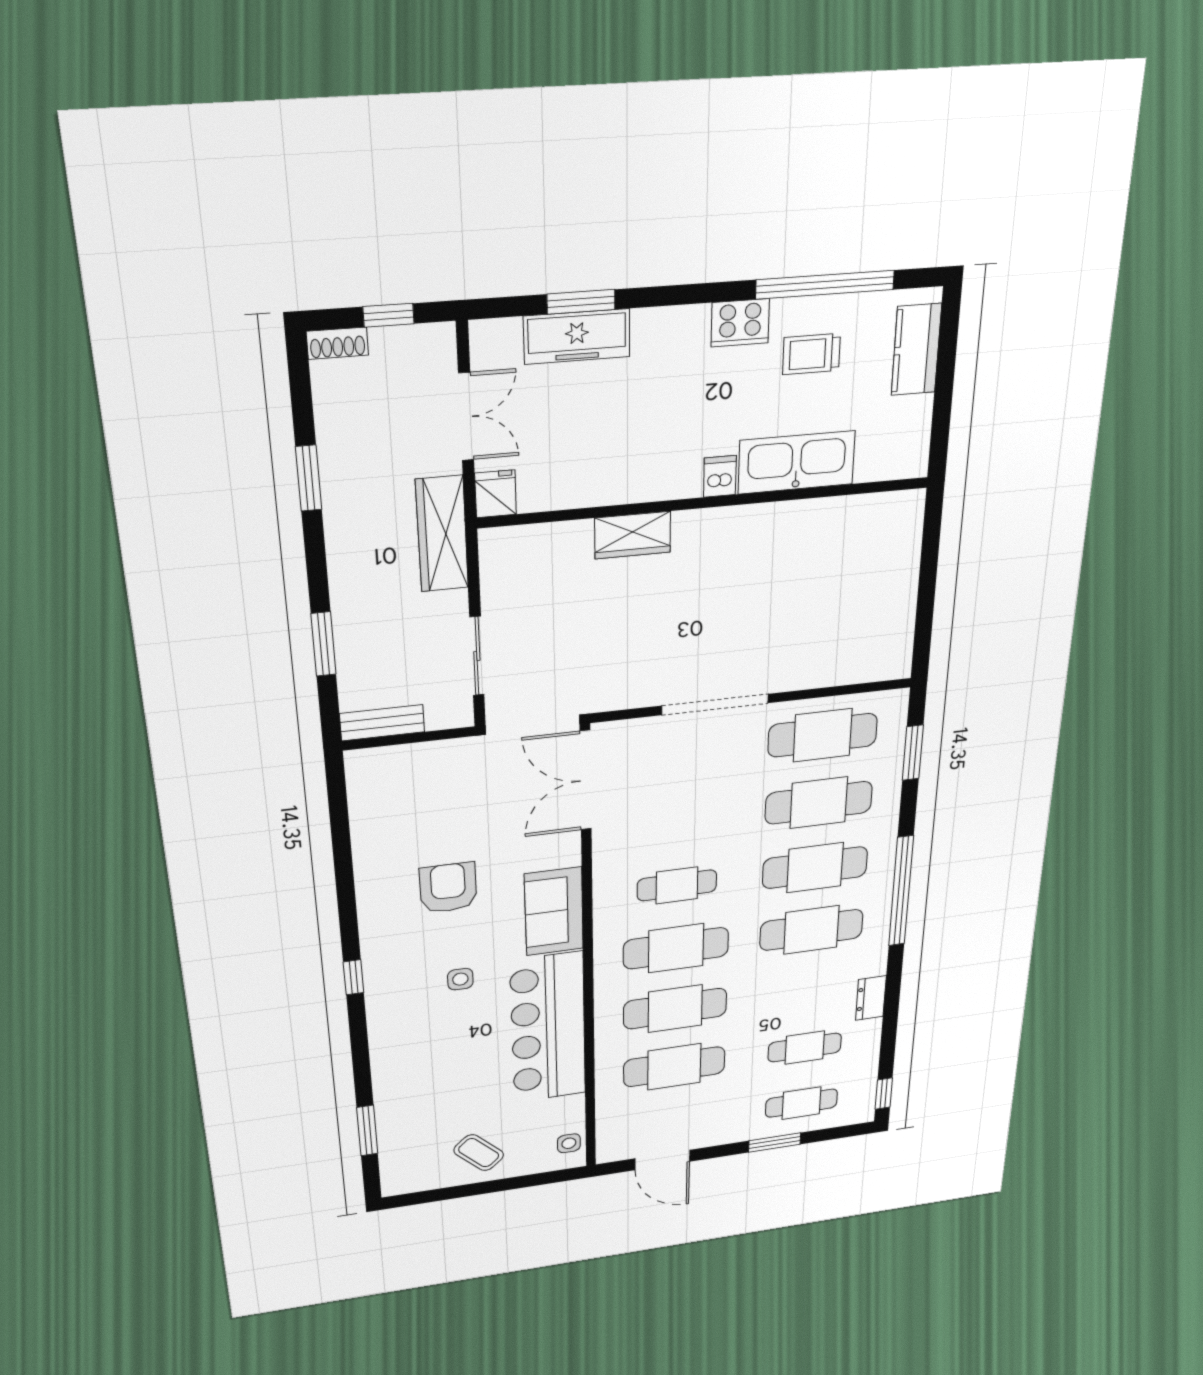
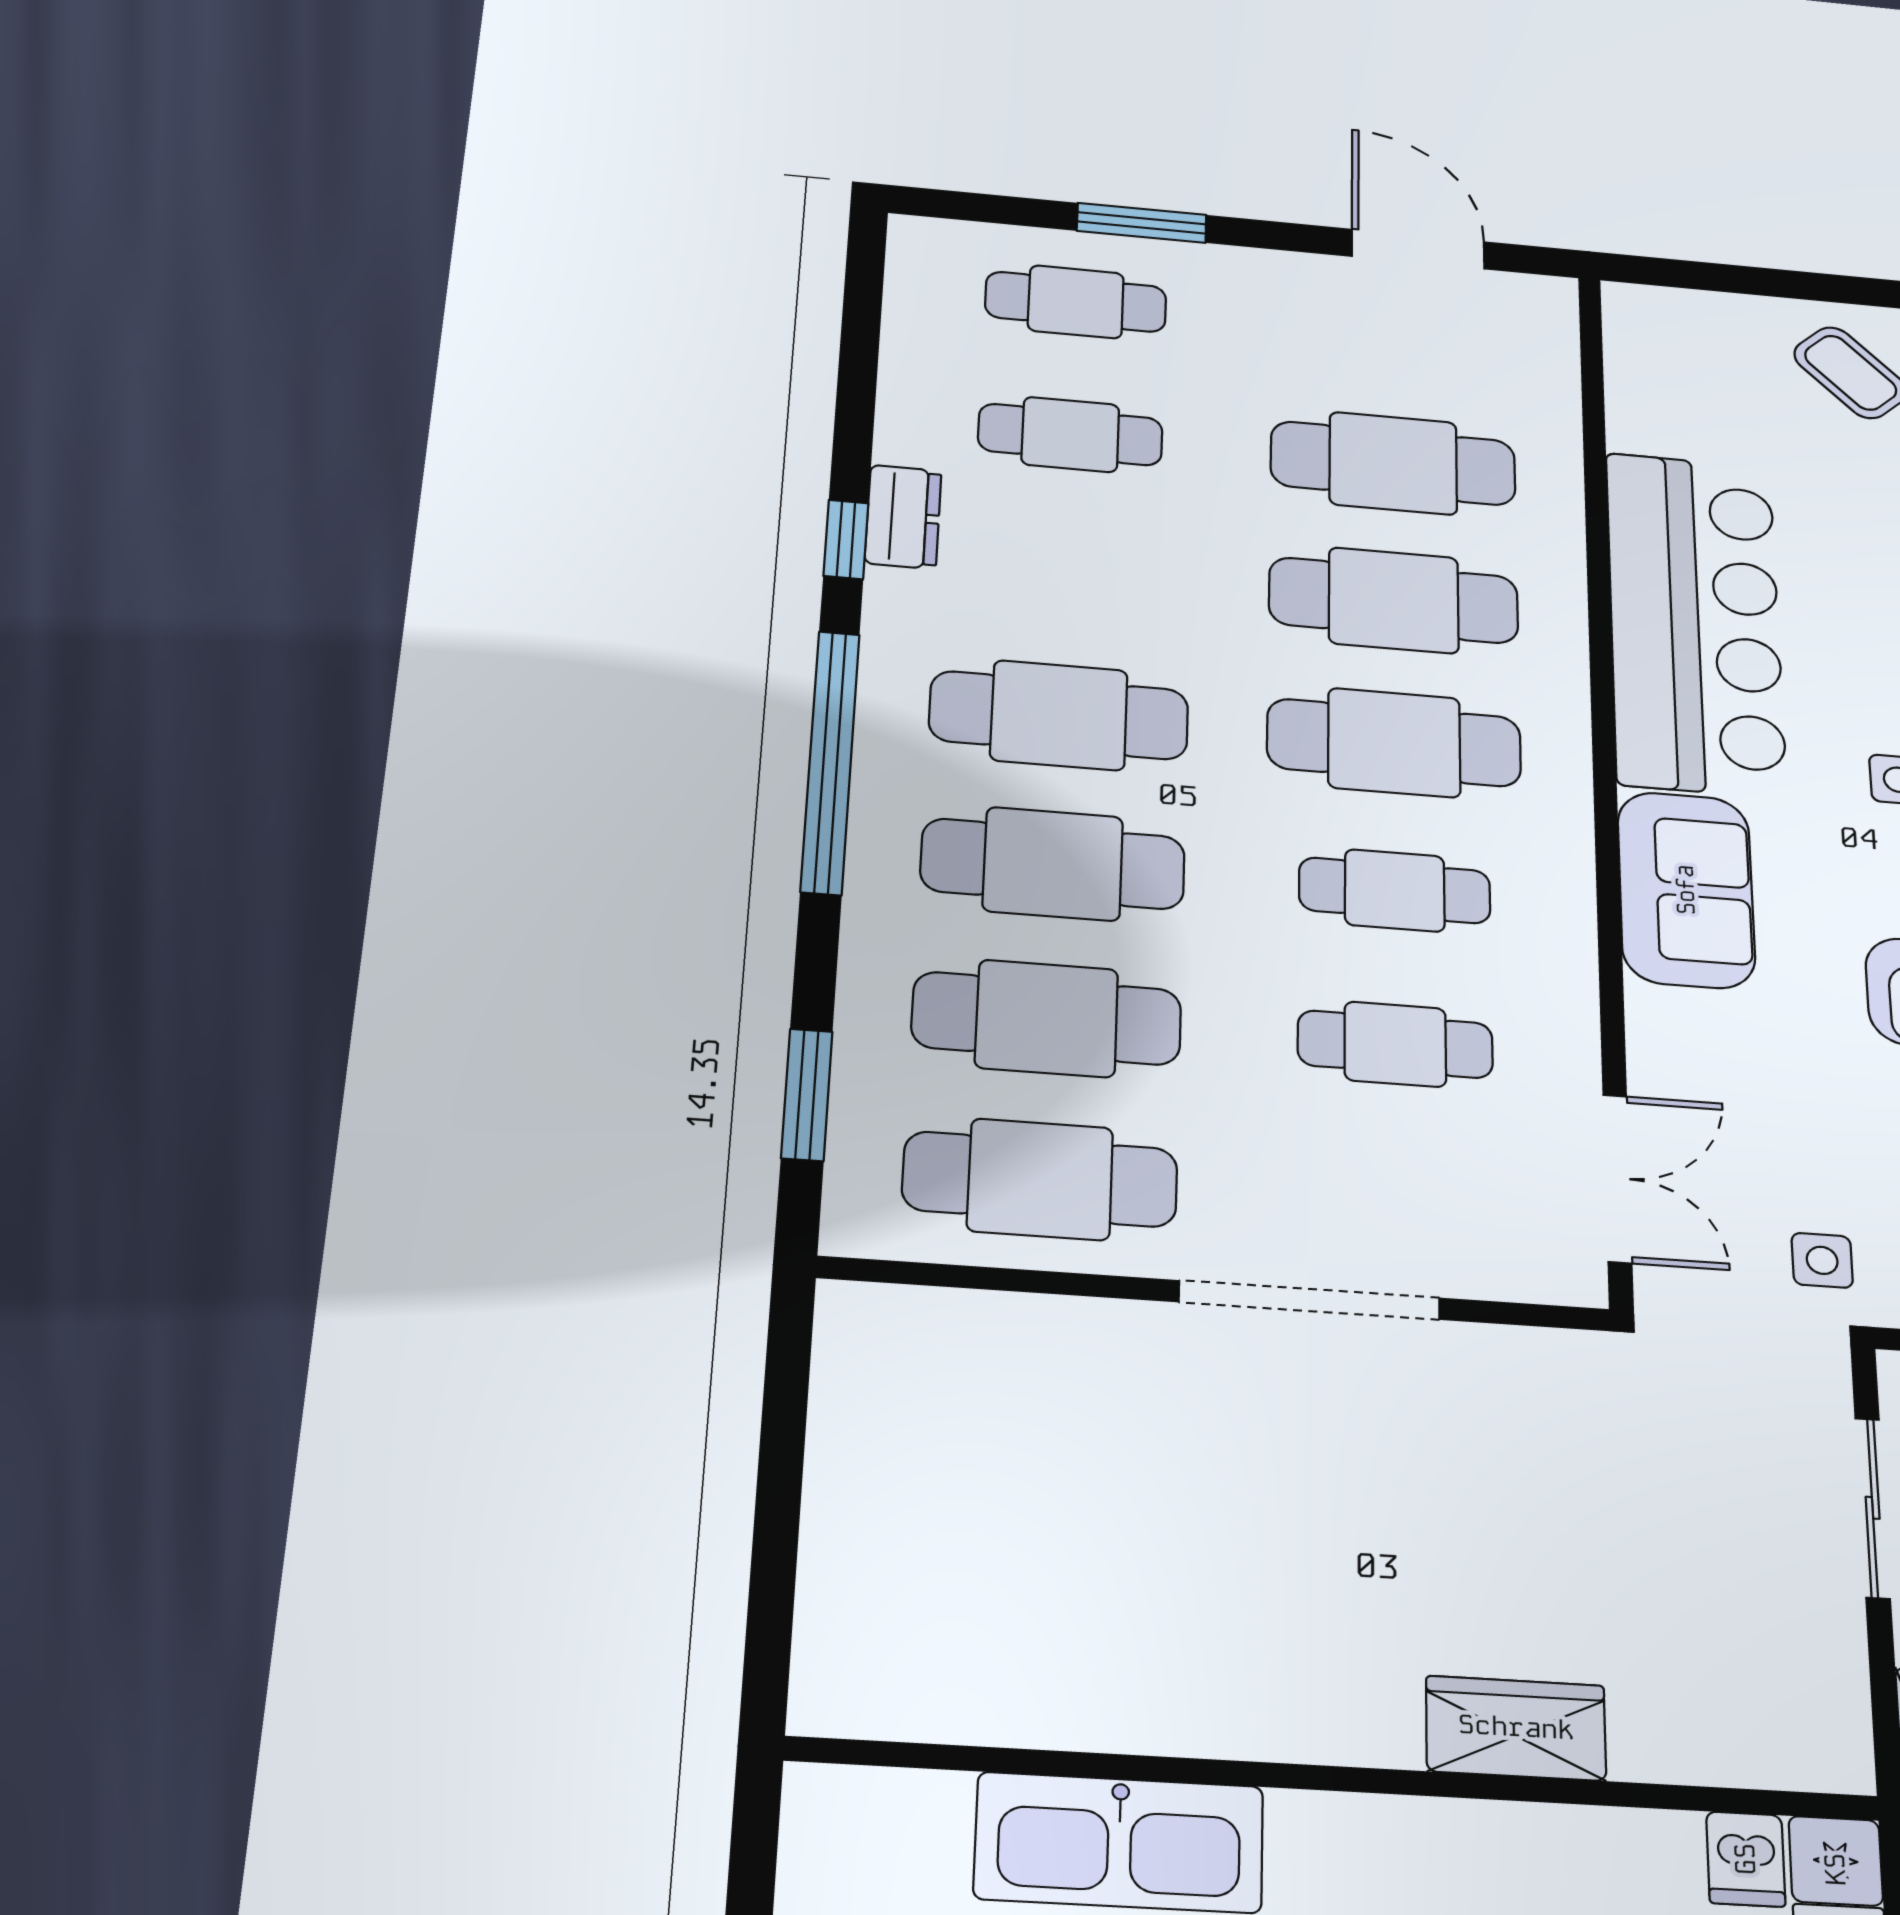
dishwasher: (720, 476) -> (1746, 1859), moved
double door: (586, 780) -> (1617, 1178), width x0.73
cafe table: (678, 820) -> (1395, 1044), added
window: (884, 1094) -> (846, 539), moved
side table: (569, 1143) -> (1822, 1260), moved

